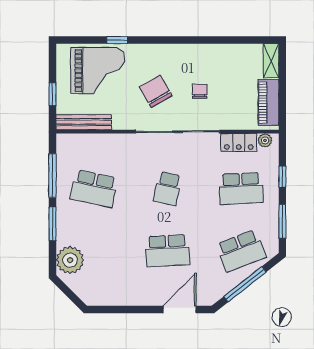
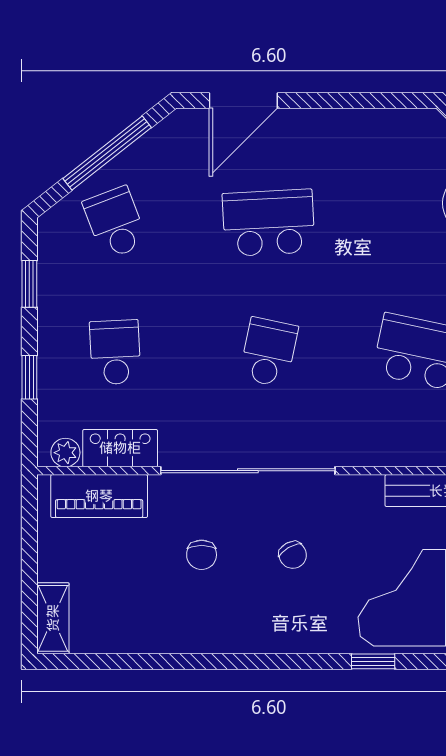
chair: (156, 91) -> (293, 555), width x0.54, depth x0.54
piano: (268, 102) -> (99, 496), moved, turned 90
school desk: (241, 189) -> (115, 352), width x0.54
window: (282, 221) -> (29, 284), width x0.67
school desk: (241, 251) -> (115, 223), width x0.54

